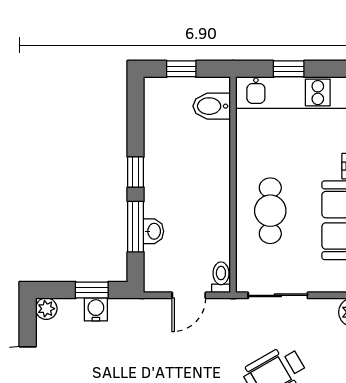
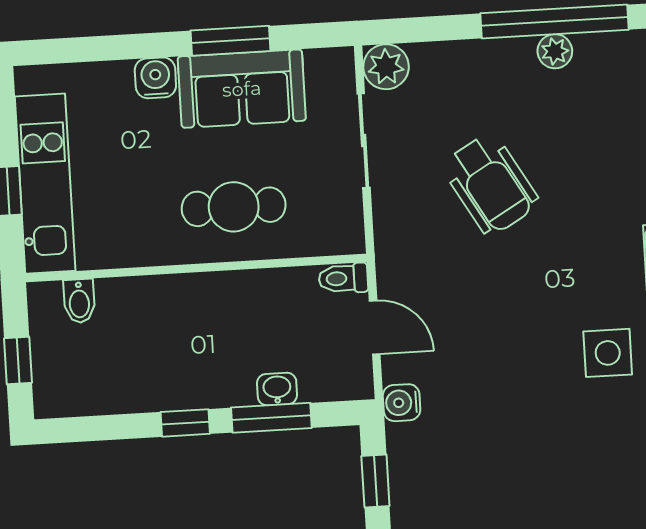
bidet: (212, 106) -> (79, 301), width x0.72, depth x0.74
sliding door: (278, 295) -> (364, 140), moved
water cooler: (96, 309) -> (402, 403), moved

